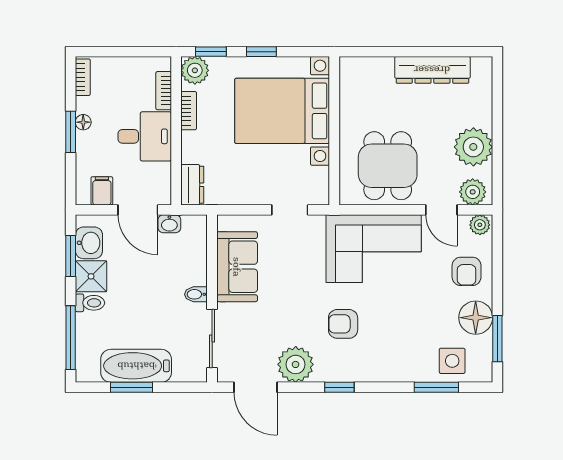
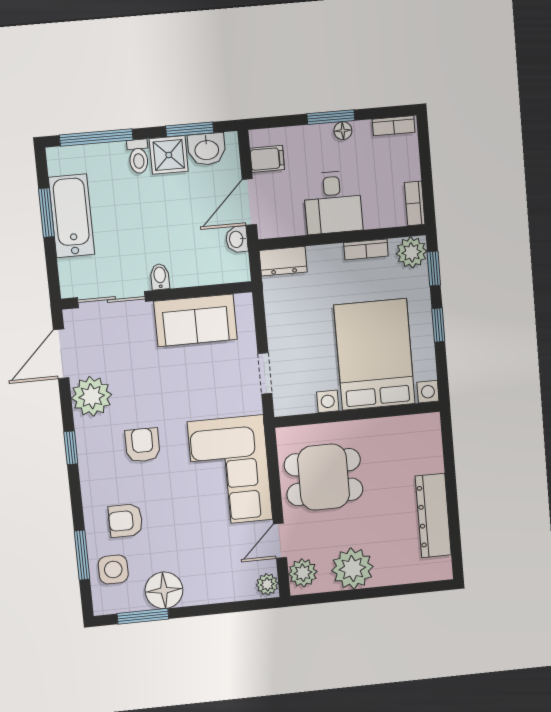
bookcase: (164, 91) -> (415, 203), moved, turned -90
armchair: (467, 271) -> (126, 521), moved

